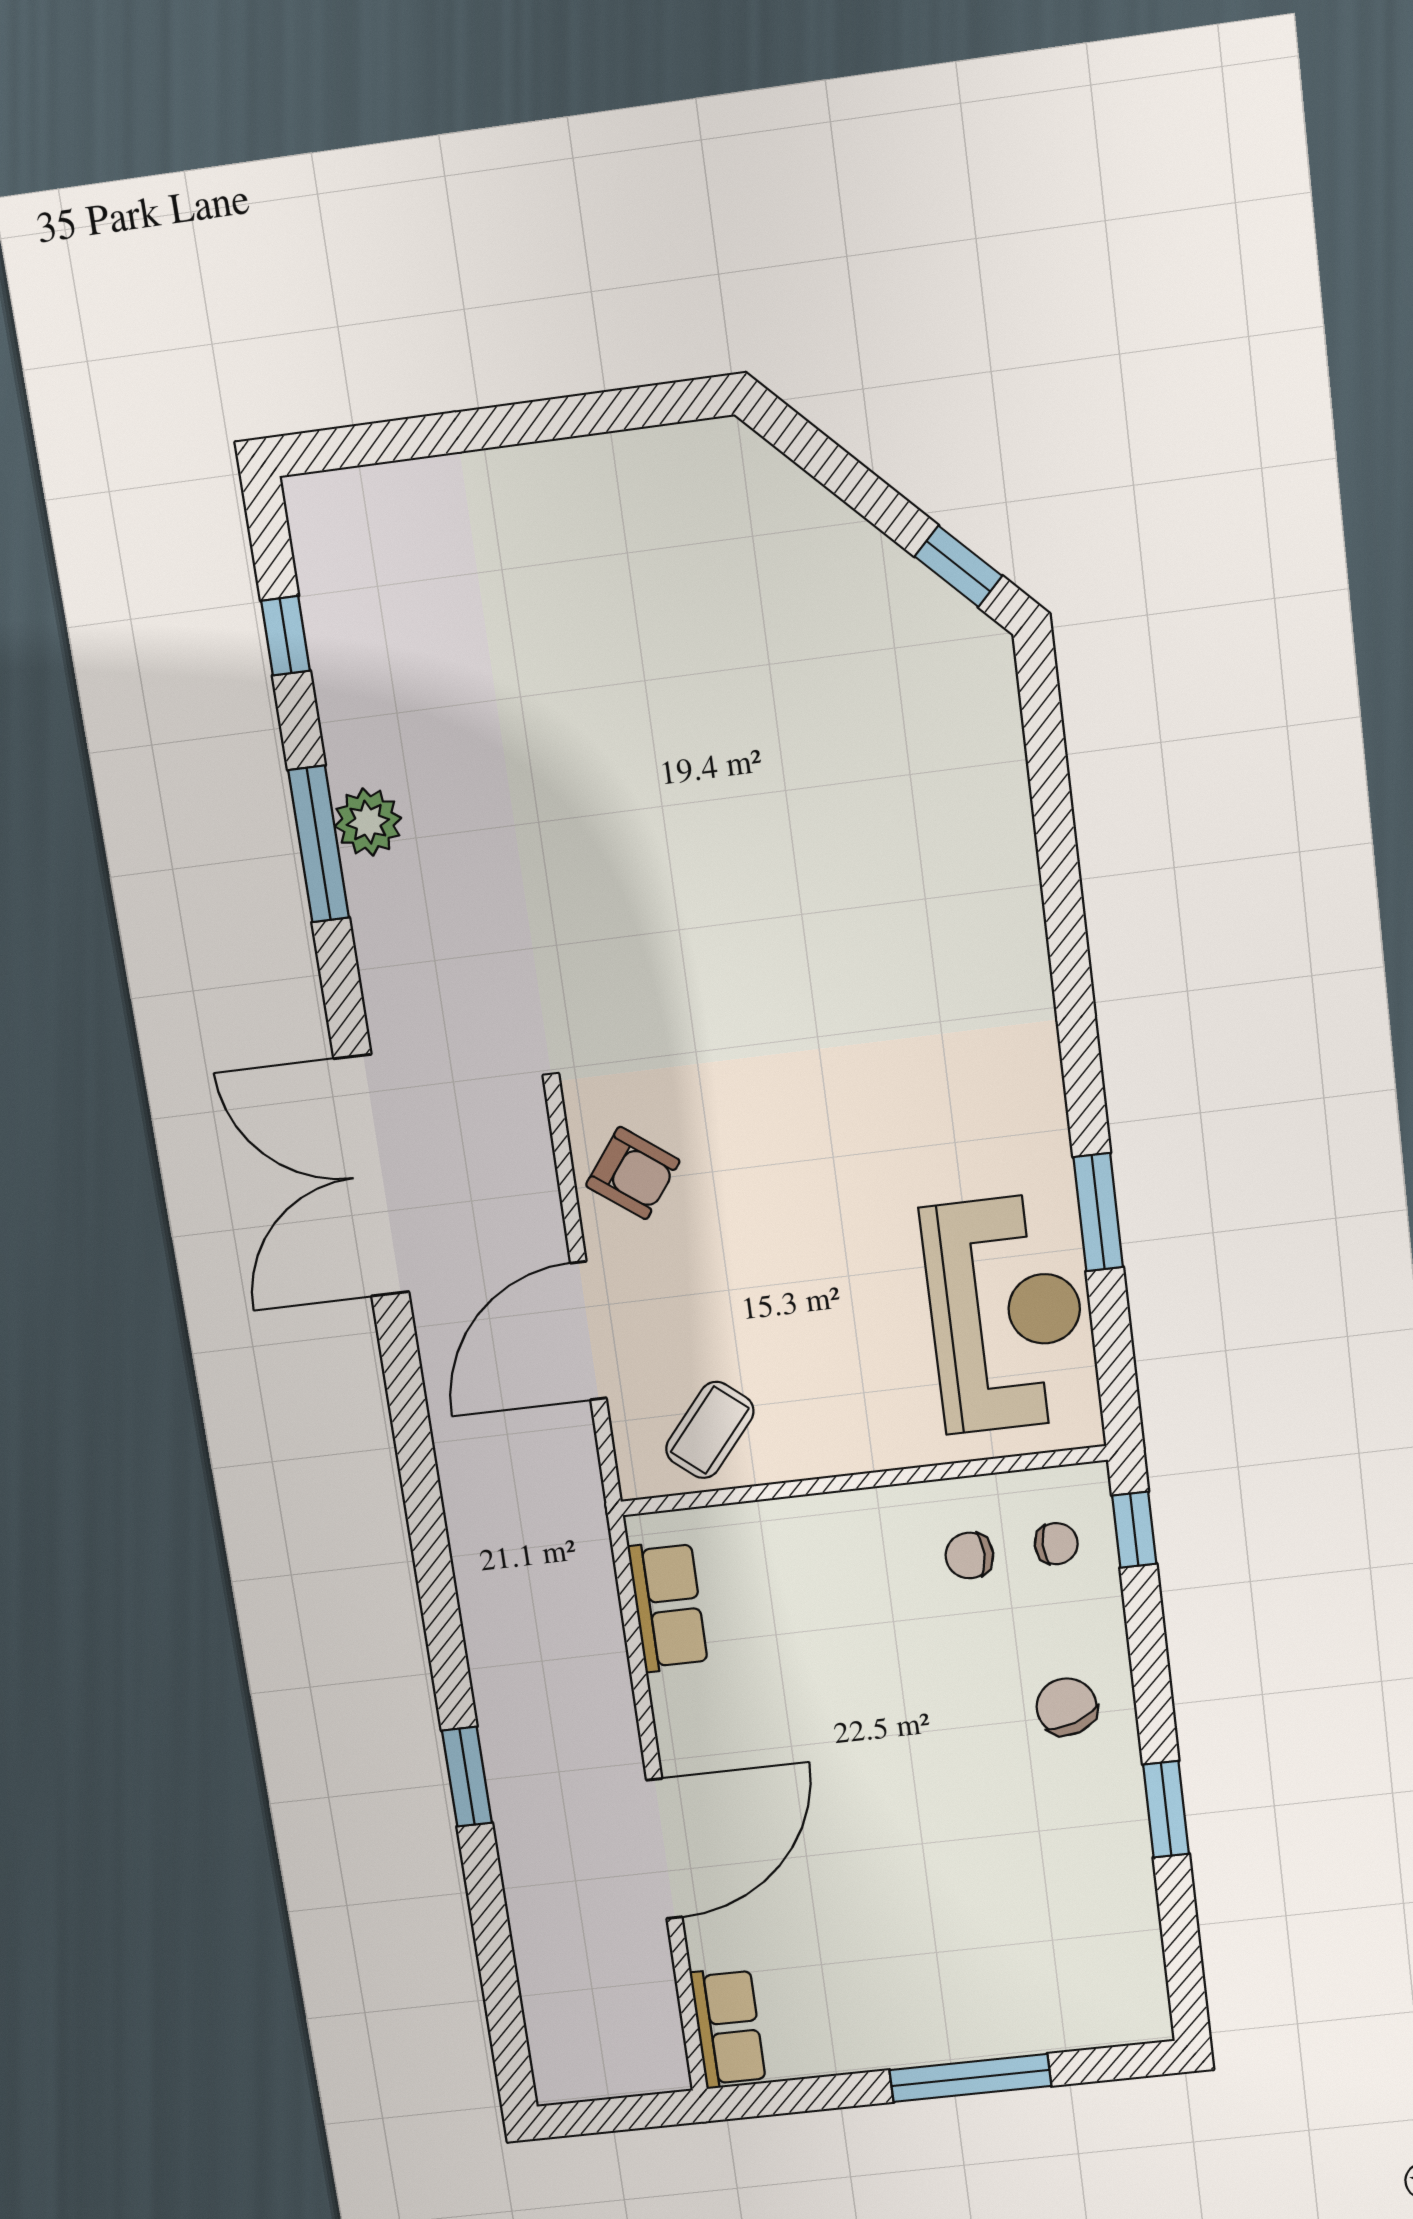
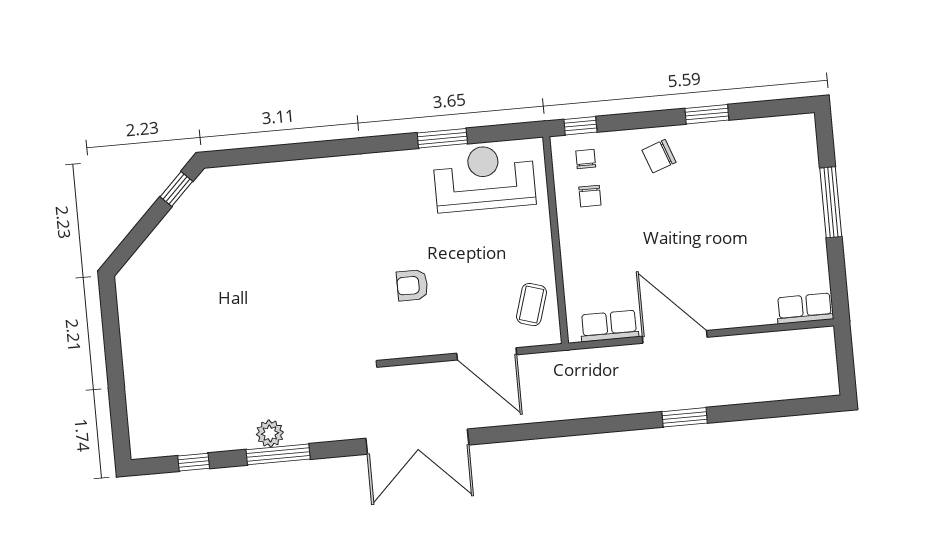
armchair: (633, 1173) -> (412, 285), moved, turned -127
coffee table: (710, 1430) -> (531, 305), turned 67
door: (664, 1849) -> (675, 337), moved

